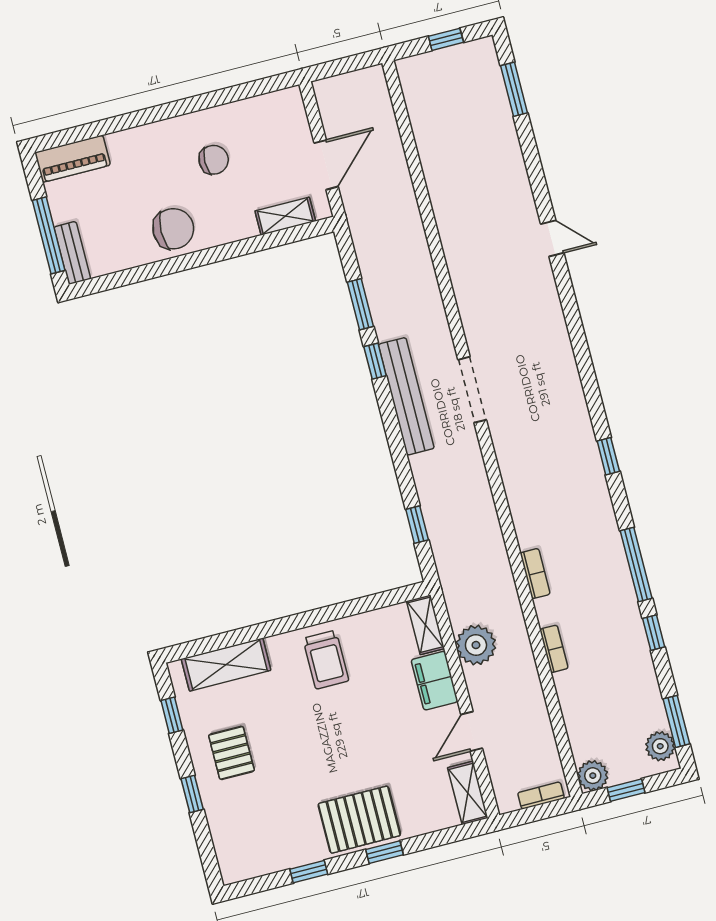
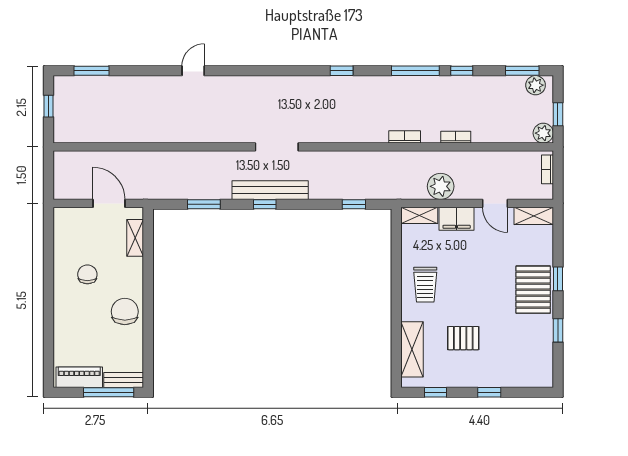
piano: (73, 159) -> (79, 377), moved, turned -90
window: (375, 361) -> (265, 204), moved
trolley: (326, 660) -> (425, 285), turned 90
pallet: (231, 753) -> (463, 338), moved

